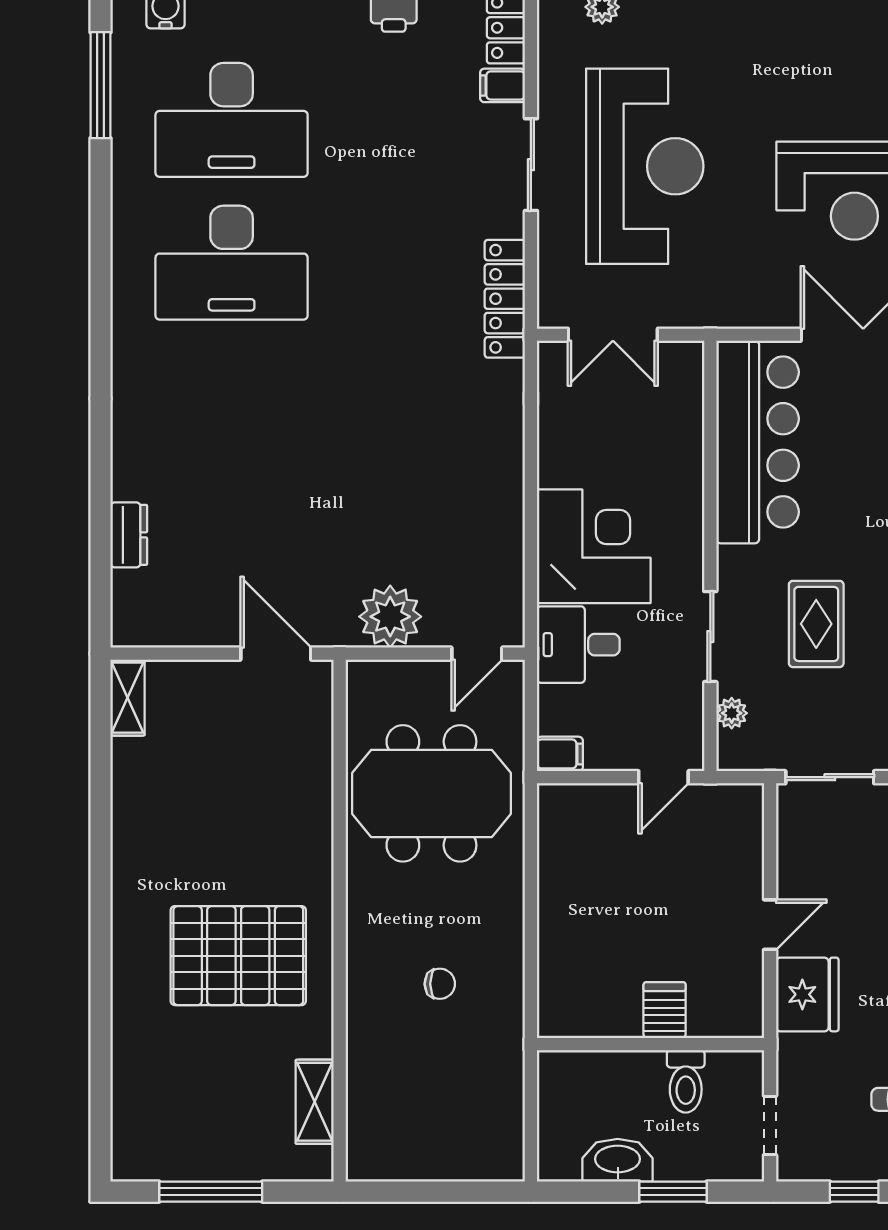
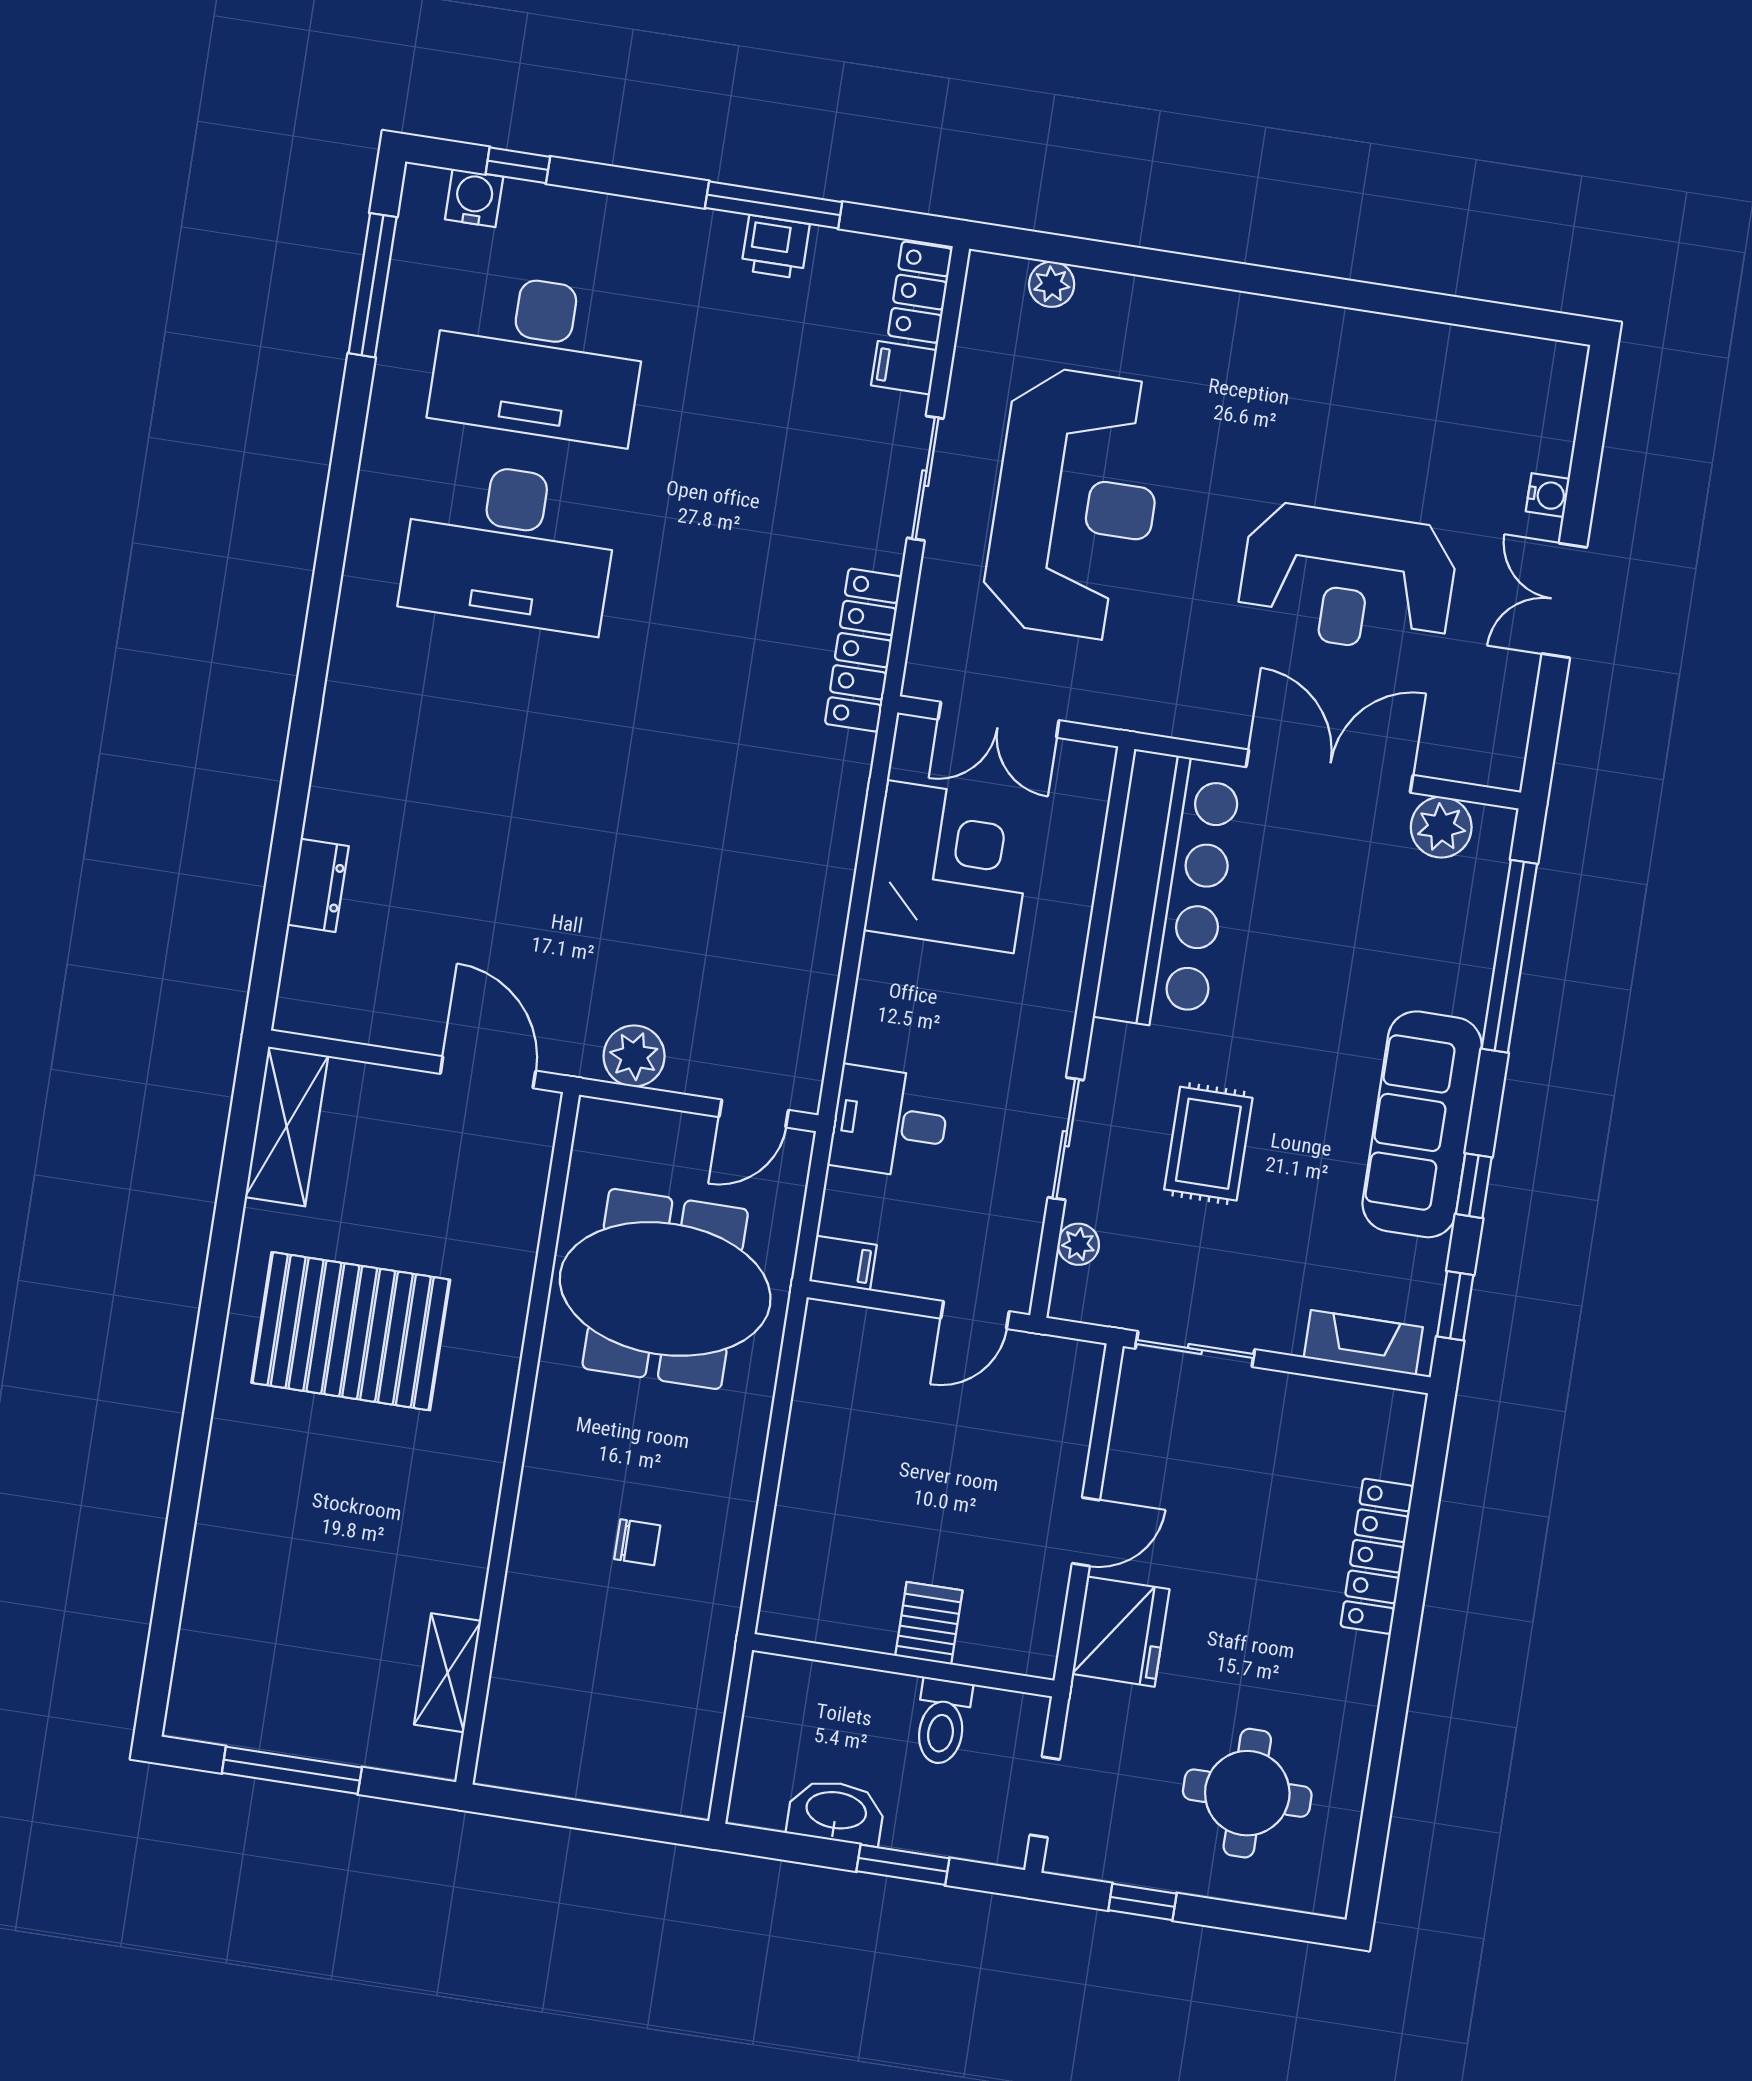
corner desk: (594, 546) -> (950, 867), moved
plant: (390, 617) -> (634, 1056), width x0.73, depth x0.73
shelving: (128, 698) -> (287, 1126), width x1.50, depth x1.33
pallet: (238, 956) -> (351, 1331), moved

